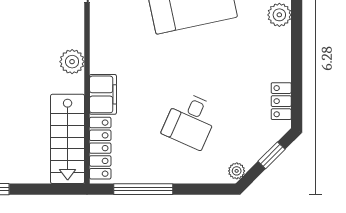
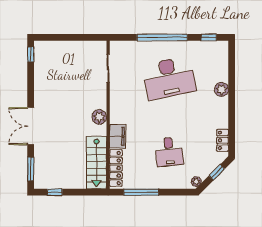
desk: (190, 120) -> (169, 152), turned -30

